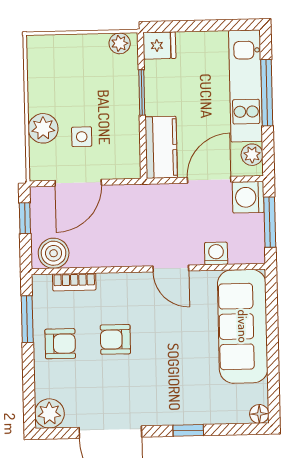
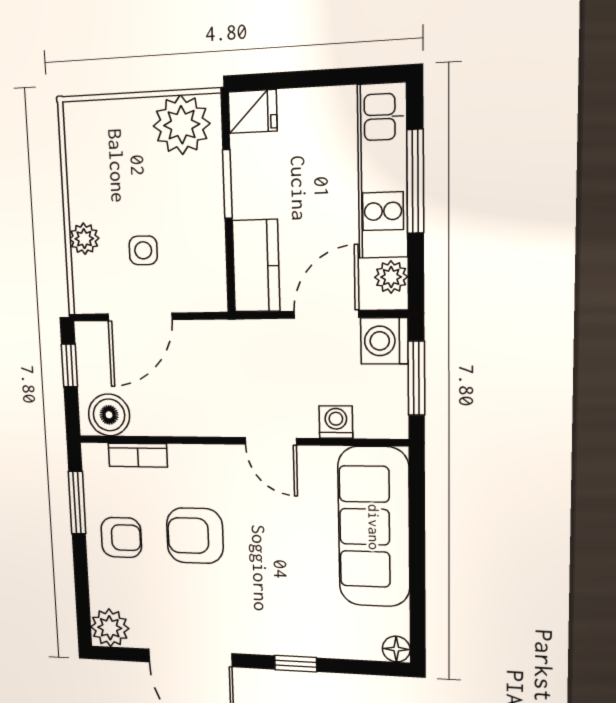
plant: (120, 43) -> (182, 125), width x1.88, depth x1.88
plant: (43, 128) -> (84, 239), width x0.73, depth x0.73
armchair: (115, 339) -> (195, 536), width x1.38, depth x1.38

